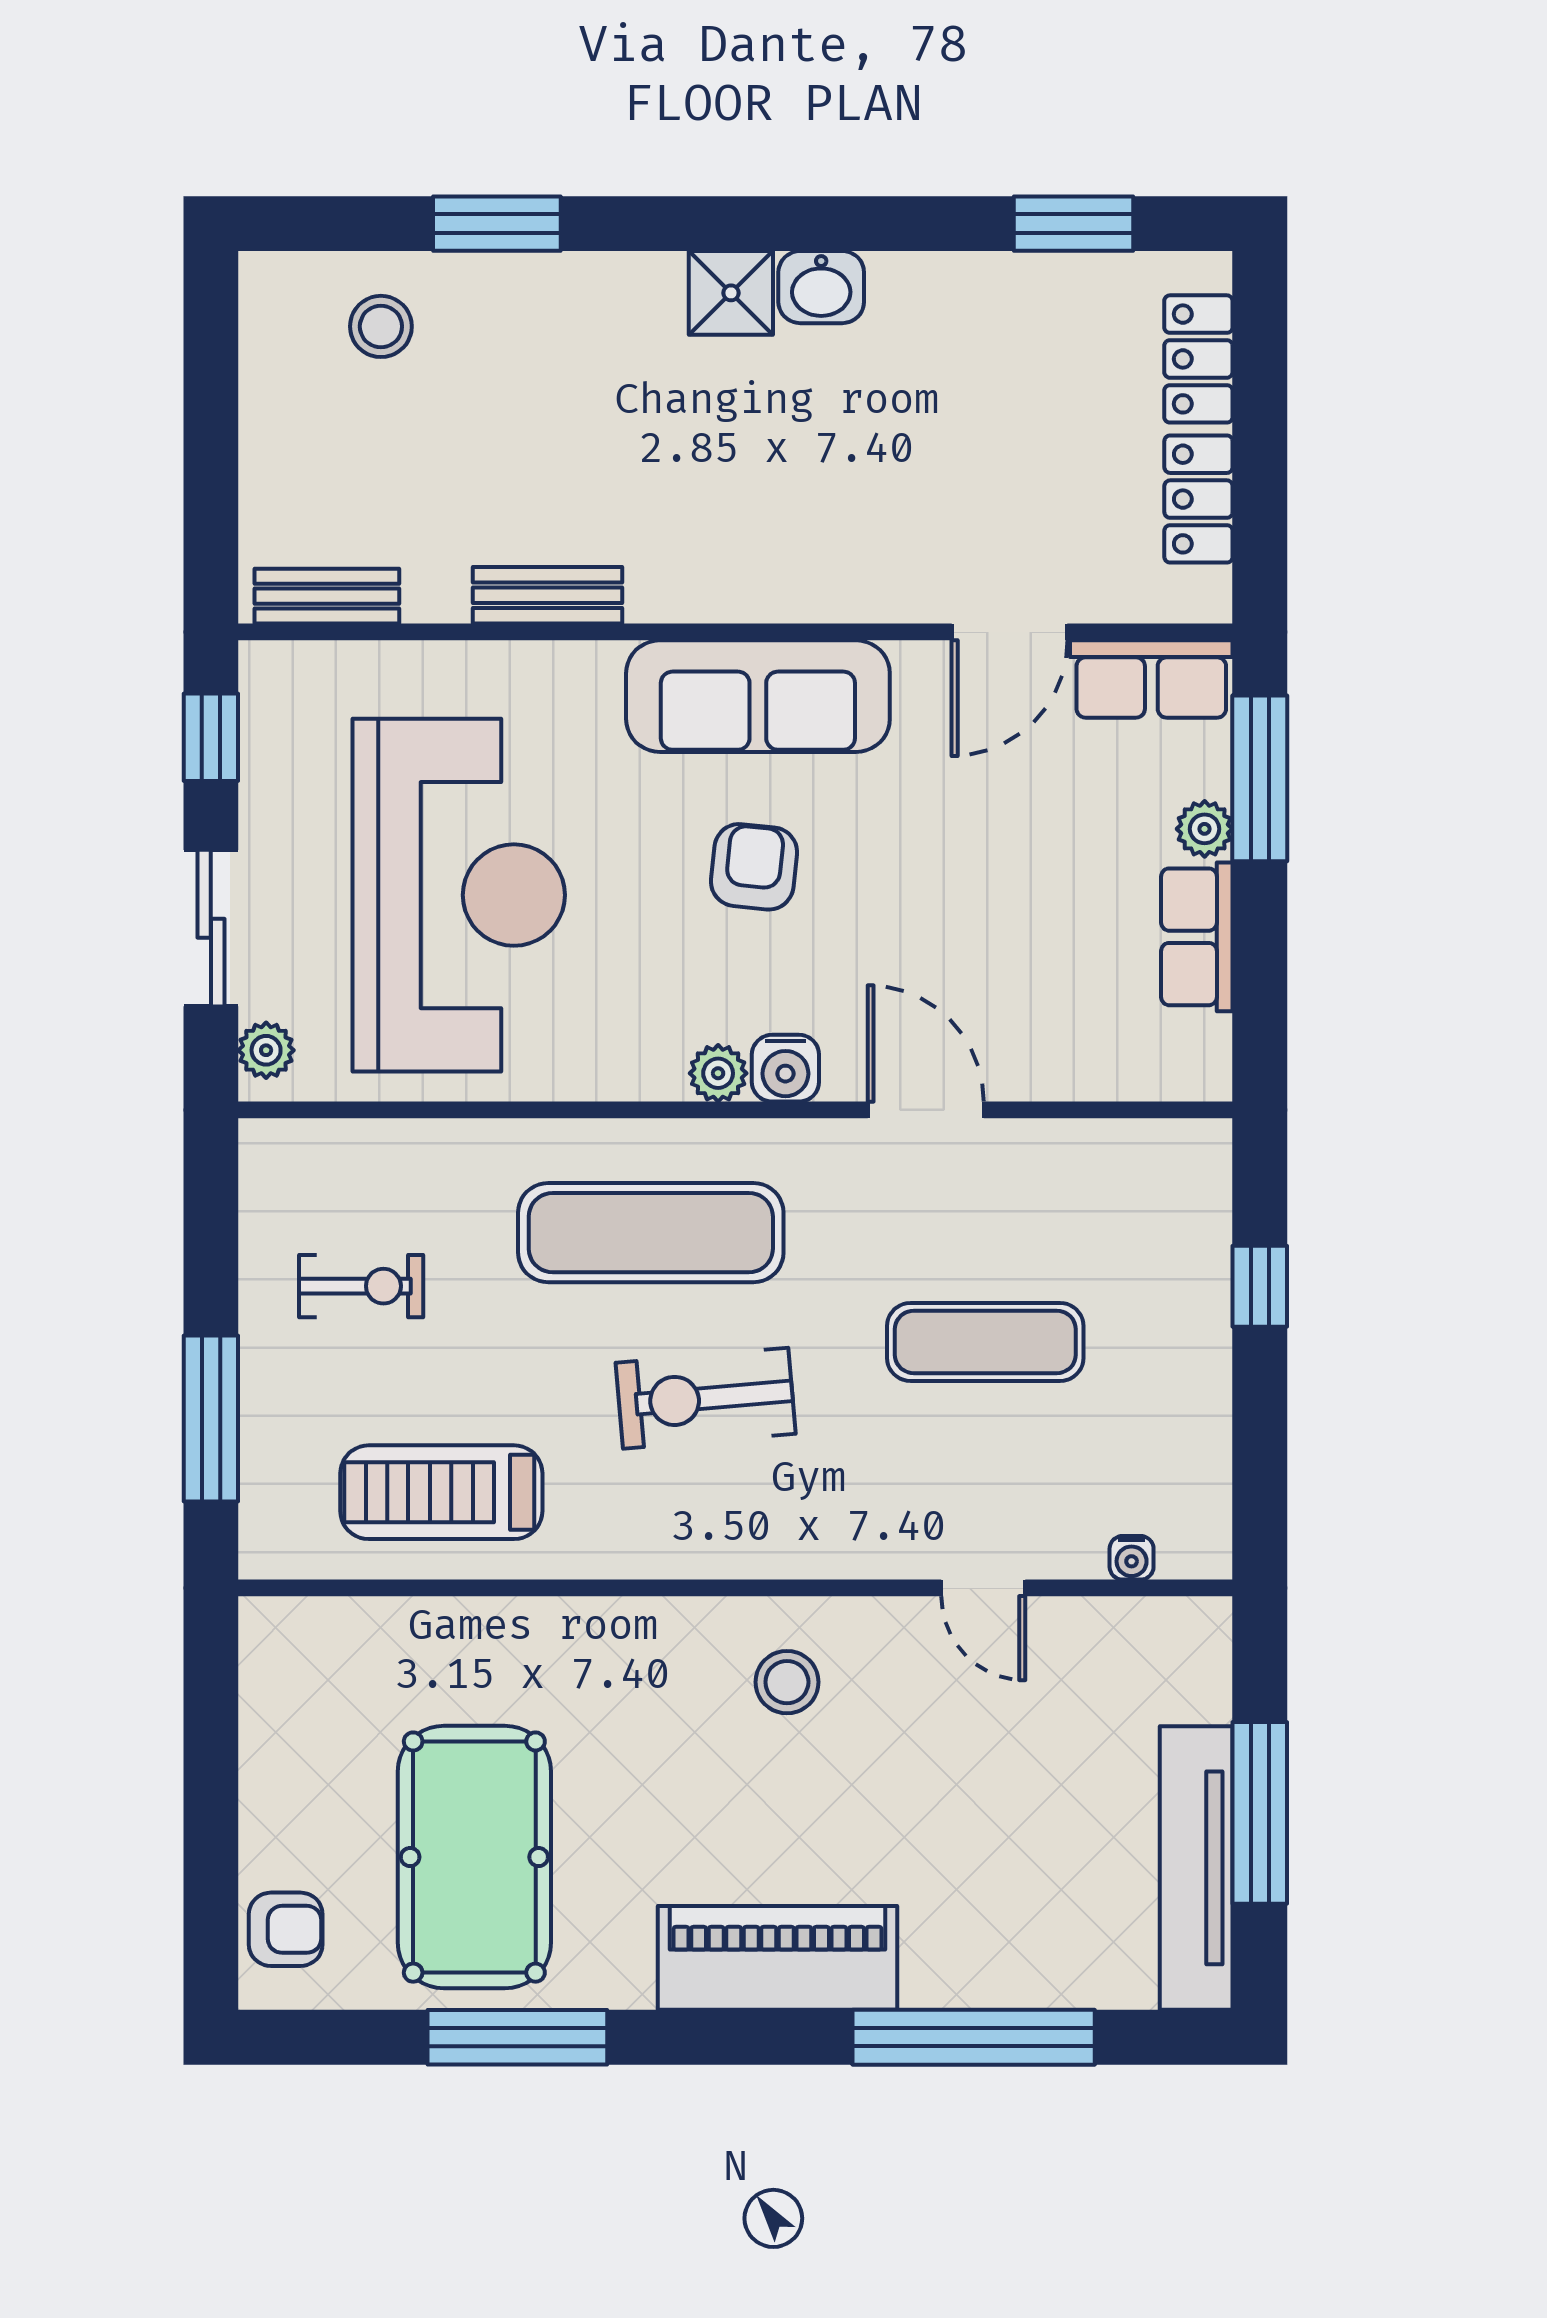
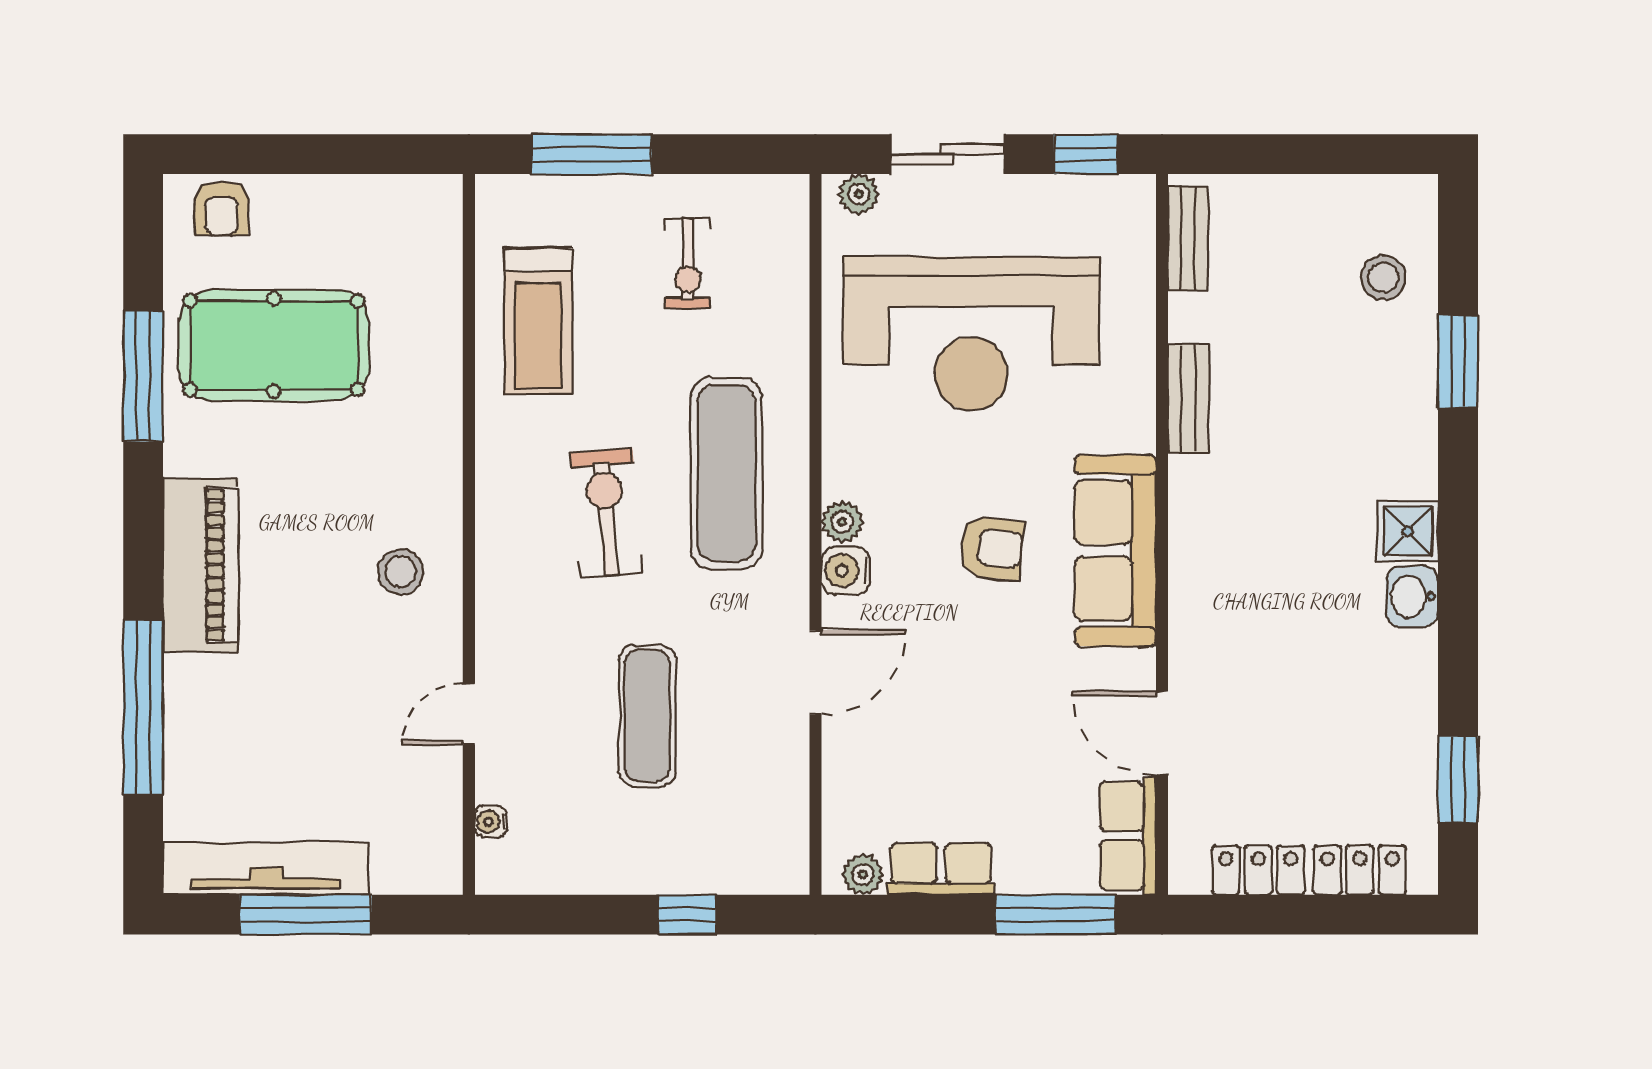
plant: (1205, 829) -> (863, 874), moved
treadmill: (441, 1492) -> (538, 321), turned 180

